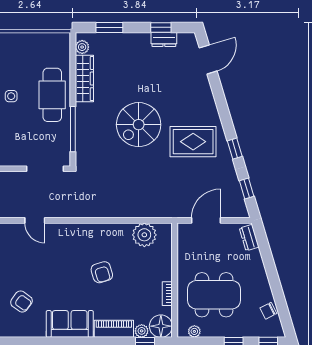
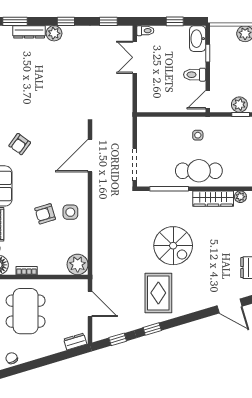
spiral stairs: (139, 125) -> (173, 246), turned 180
door: (35, 220) -> (90, 156), width x1.87
plant: (144, 235) -> (78, 264), moved
side table: (100, 243) -> (70, 212), added

